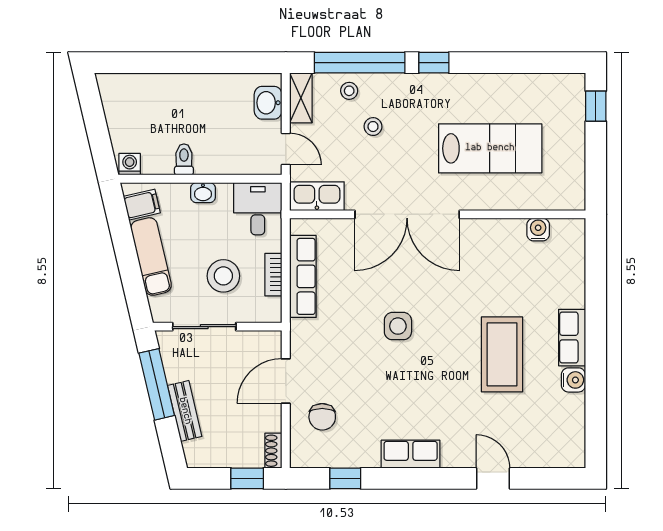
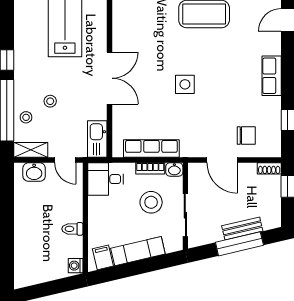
door: (286, 149) -> (65, 160), swing flipped
washbasin: (203, 193) -> (174, 169), moved, turned 90
double door: (407, 214) -> (110, 78), width x0.73
window: (157, 384) -> (239, 244), moved

